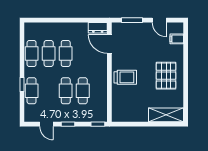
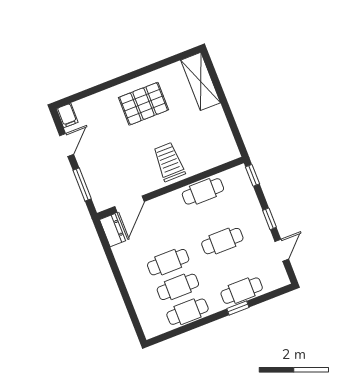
filing cabinet: (177, 39) -> (67, 115), moved
cafe table: (83, 91) -> (203, 191), moved

